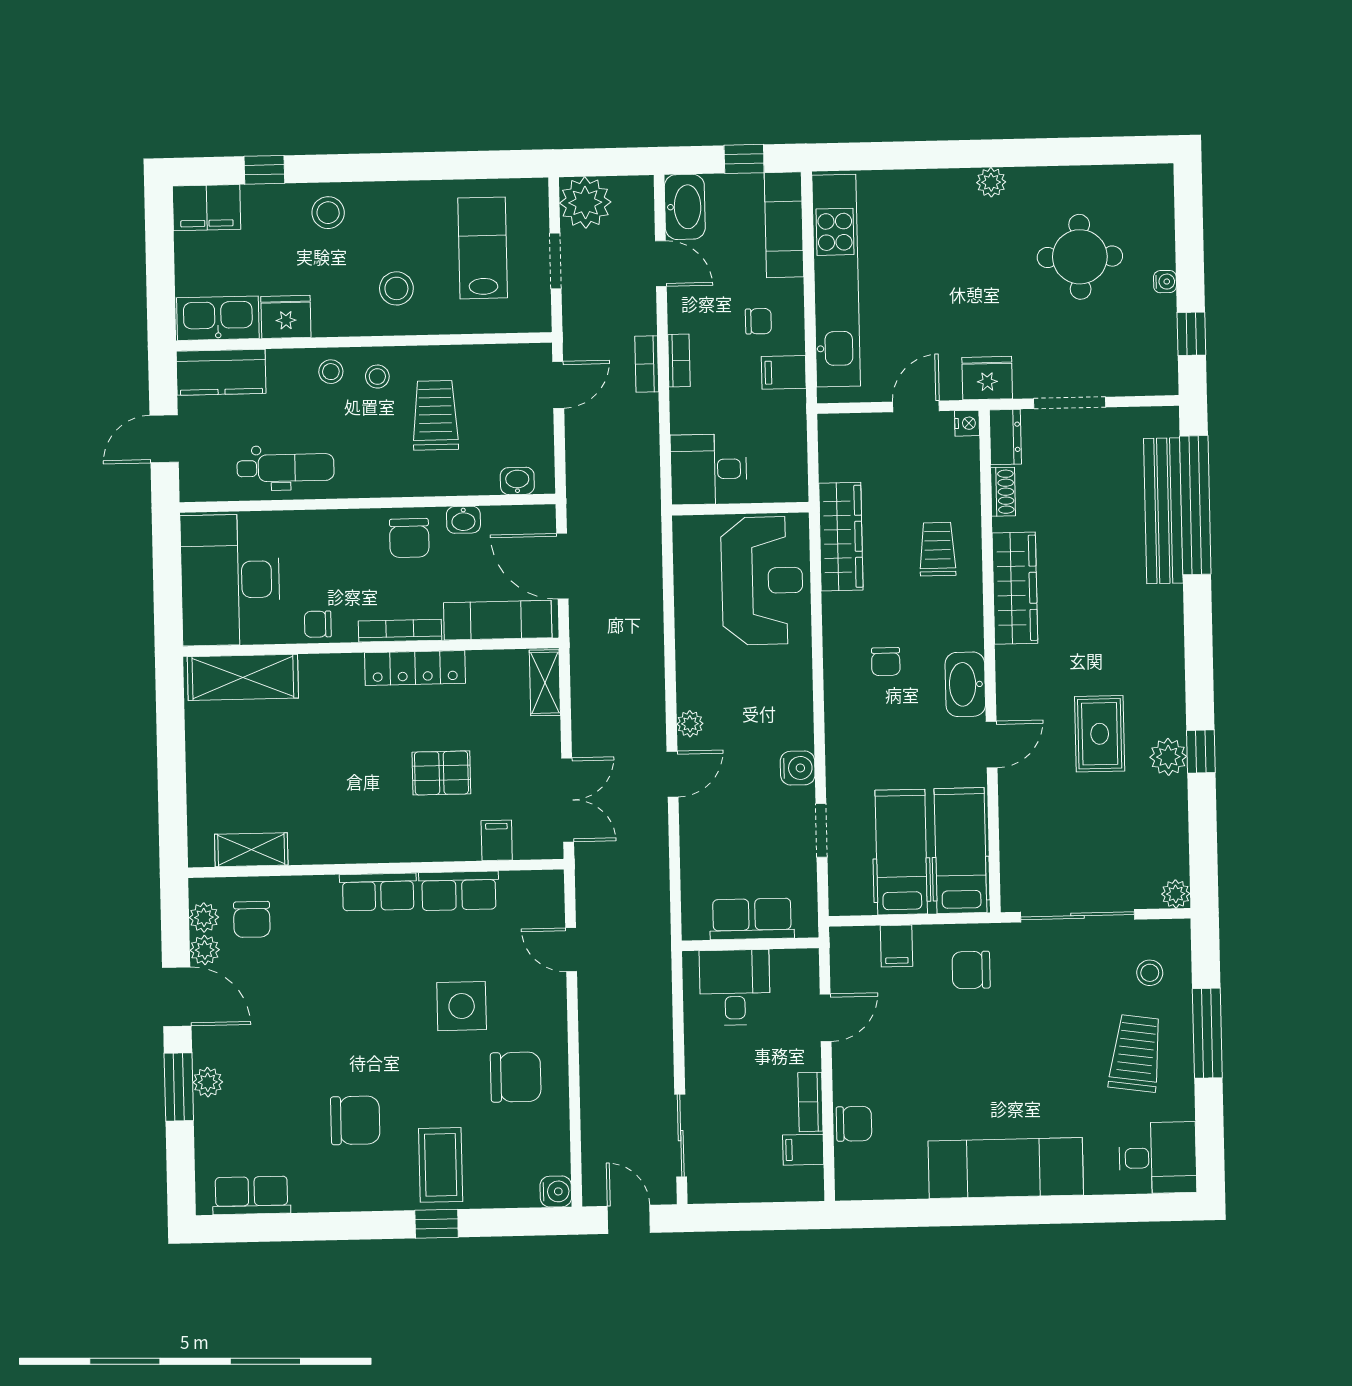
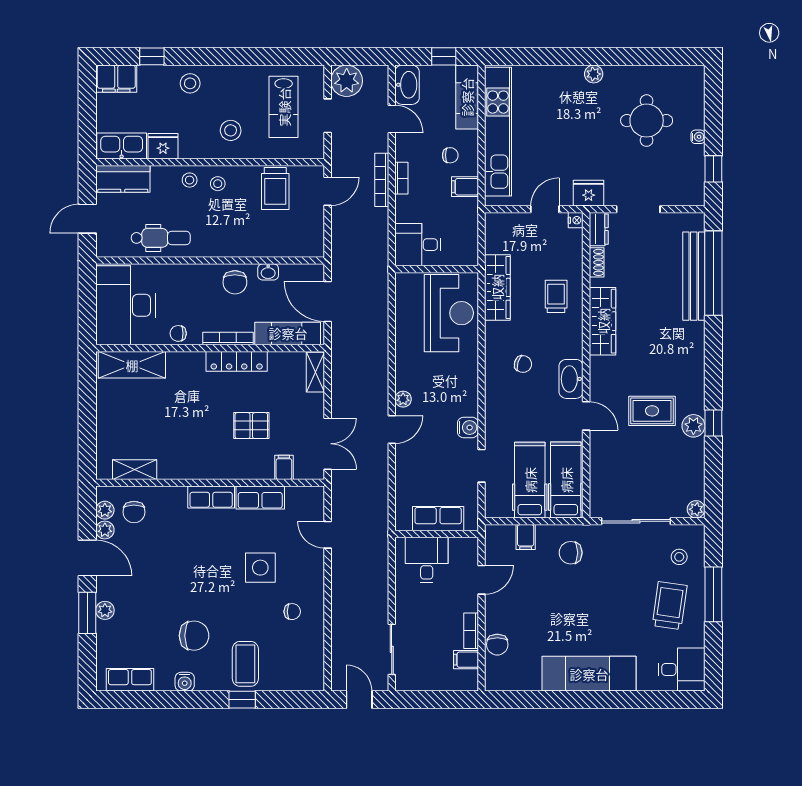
lab bench: (483, 248) -> (284, 107), turned 180
bookcase: (647, 364) -> (382, 180), width x1.56
trolley: (435, 415) -> (275, 188), moved, turned 180
washbasin: (517, 481) -> (301, 249), removed
chair: (886, 662) -> (523, 364), turned -73
rug: (1100, 734) -> (652, 411), turned 90
door: (992, 745) -> (586, 416), hinge flipped
chair: (516, 1077) -> (292, 612), width x0.54, depth x0.54
chair: (854, 1124) -> (497, 645), turned 90
water cooler: (556, 1191) -> (185, 682), moved, turned 90

